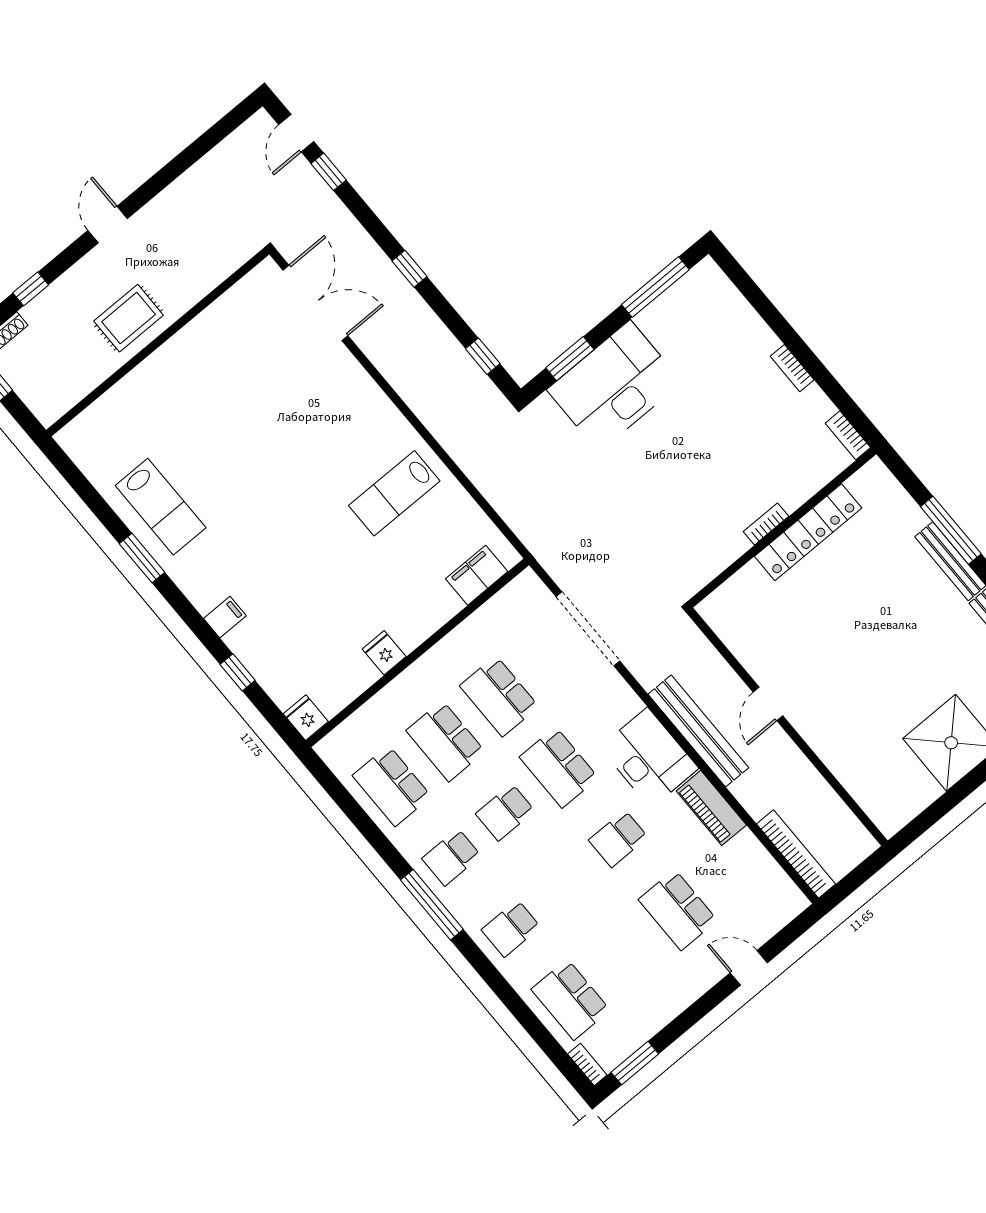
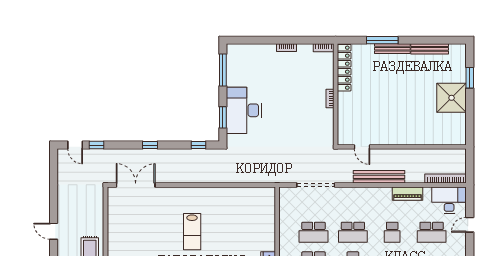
lab bench: (394, 493) -> (192, 232), moved
locker: (808, 532) -> (344, 68), moved
filing cabinet: (477, 575) -> (268, 207), removed
door: (768, 704) -> (362, 147), moved
desk: (649, 758) -> (449, 200), moved

